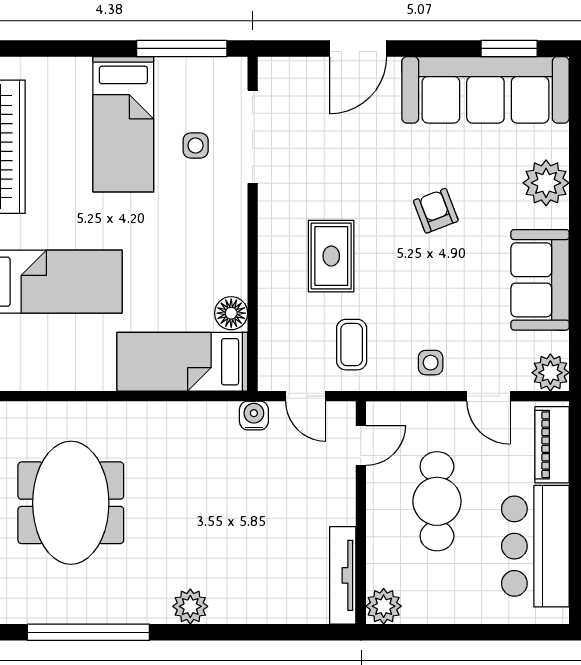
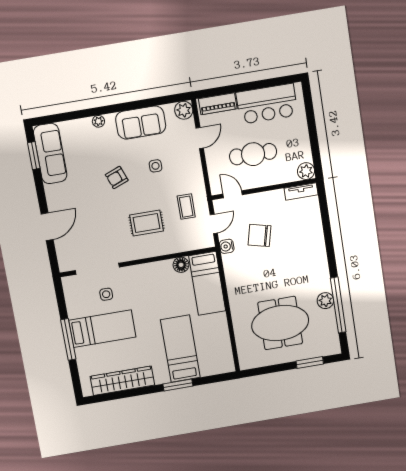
window: (182, 48) -> (68, 339), moved
door: (358, 48) -> (47, 227), hinge flipped
sofa: (485, 90) -> (50, 154), width x0.74, depth x0.79
plant: (546, 183) -> (98, 121), width x0.53, depth x0.53
coffee table: (352, 345) -> (186, 207), turned 90
side table: (431, 363) -> (155, 166), moved
chair: (265, 488) -> (260, 235), added
tv unit: (343, 575) -> (301, 192), width x0.71
plant: (190, 606) -> (325, 301), moved

